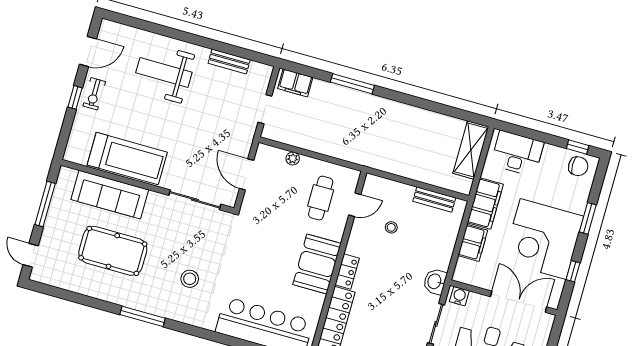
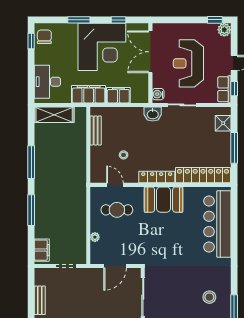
window: (416, 102) -> (31, 162), added
locker: (347, 271) -> (157, 177), width x1.53
stool: (190, 279) -> (209, 297), moved

